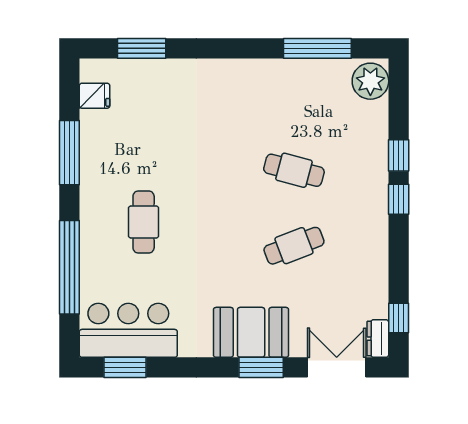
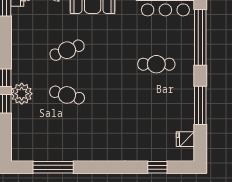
window: (142, 48) -> (157, 167), width x0.67
plant: (370, 81) -> (22, 94), moved
cafe table: (144, 222) -> (156, 64), turned 90

